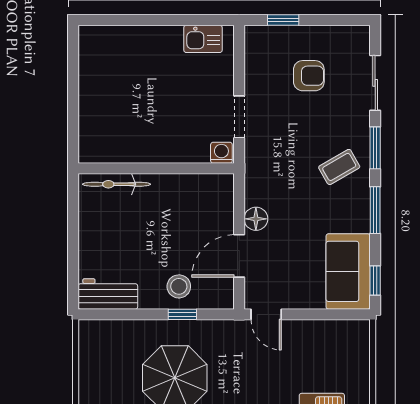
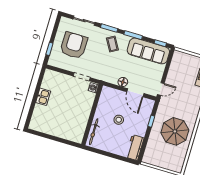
kitchen sink: (203, 39) -> (43, 97), moved
armchair: (309, 76) -> (74, 45), width x1.88, depth x1.88
sofa: (348, 271) -> (148, 51), width x1.36
stool: (179, 286) -> (119, 120), moved

